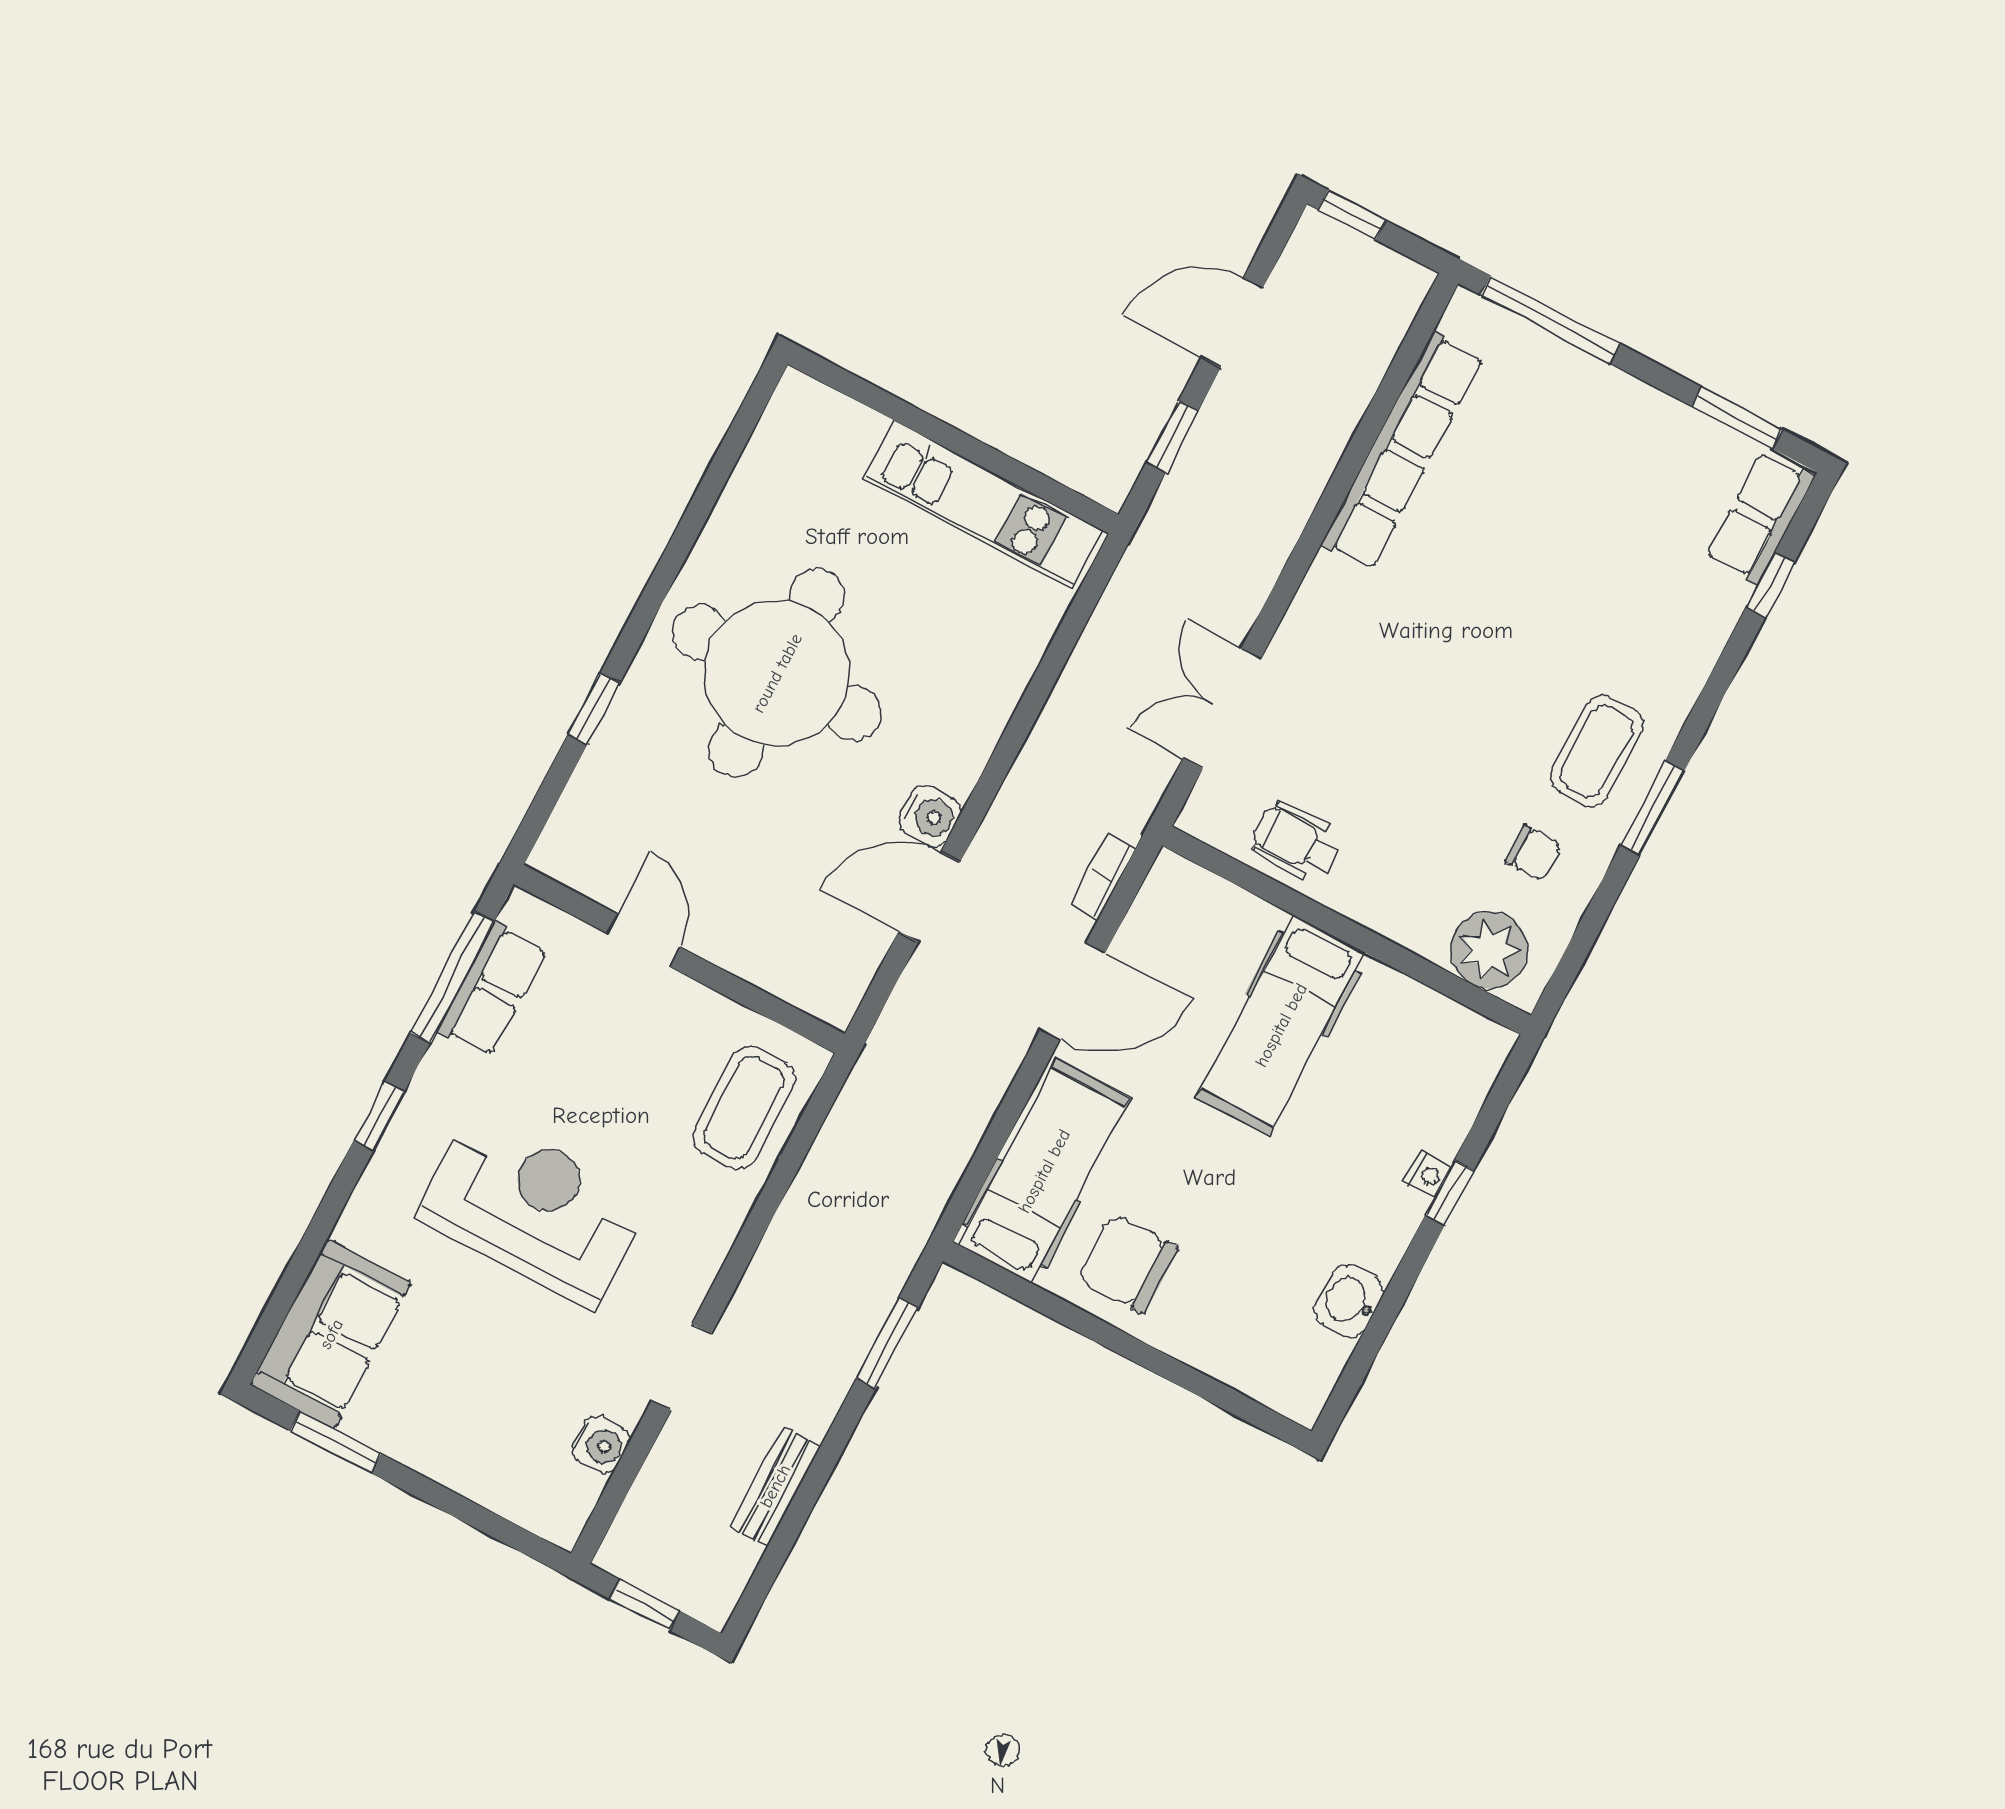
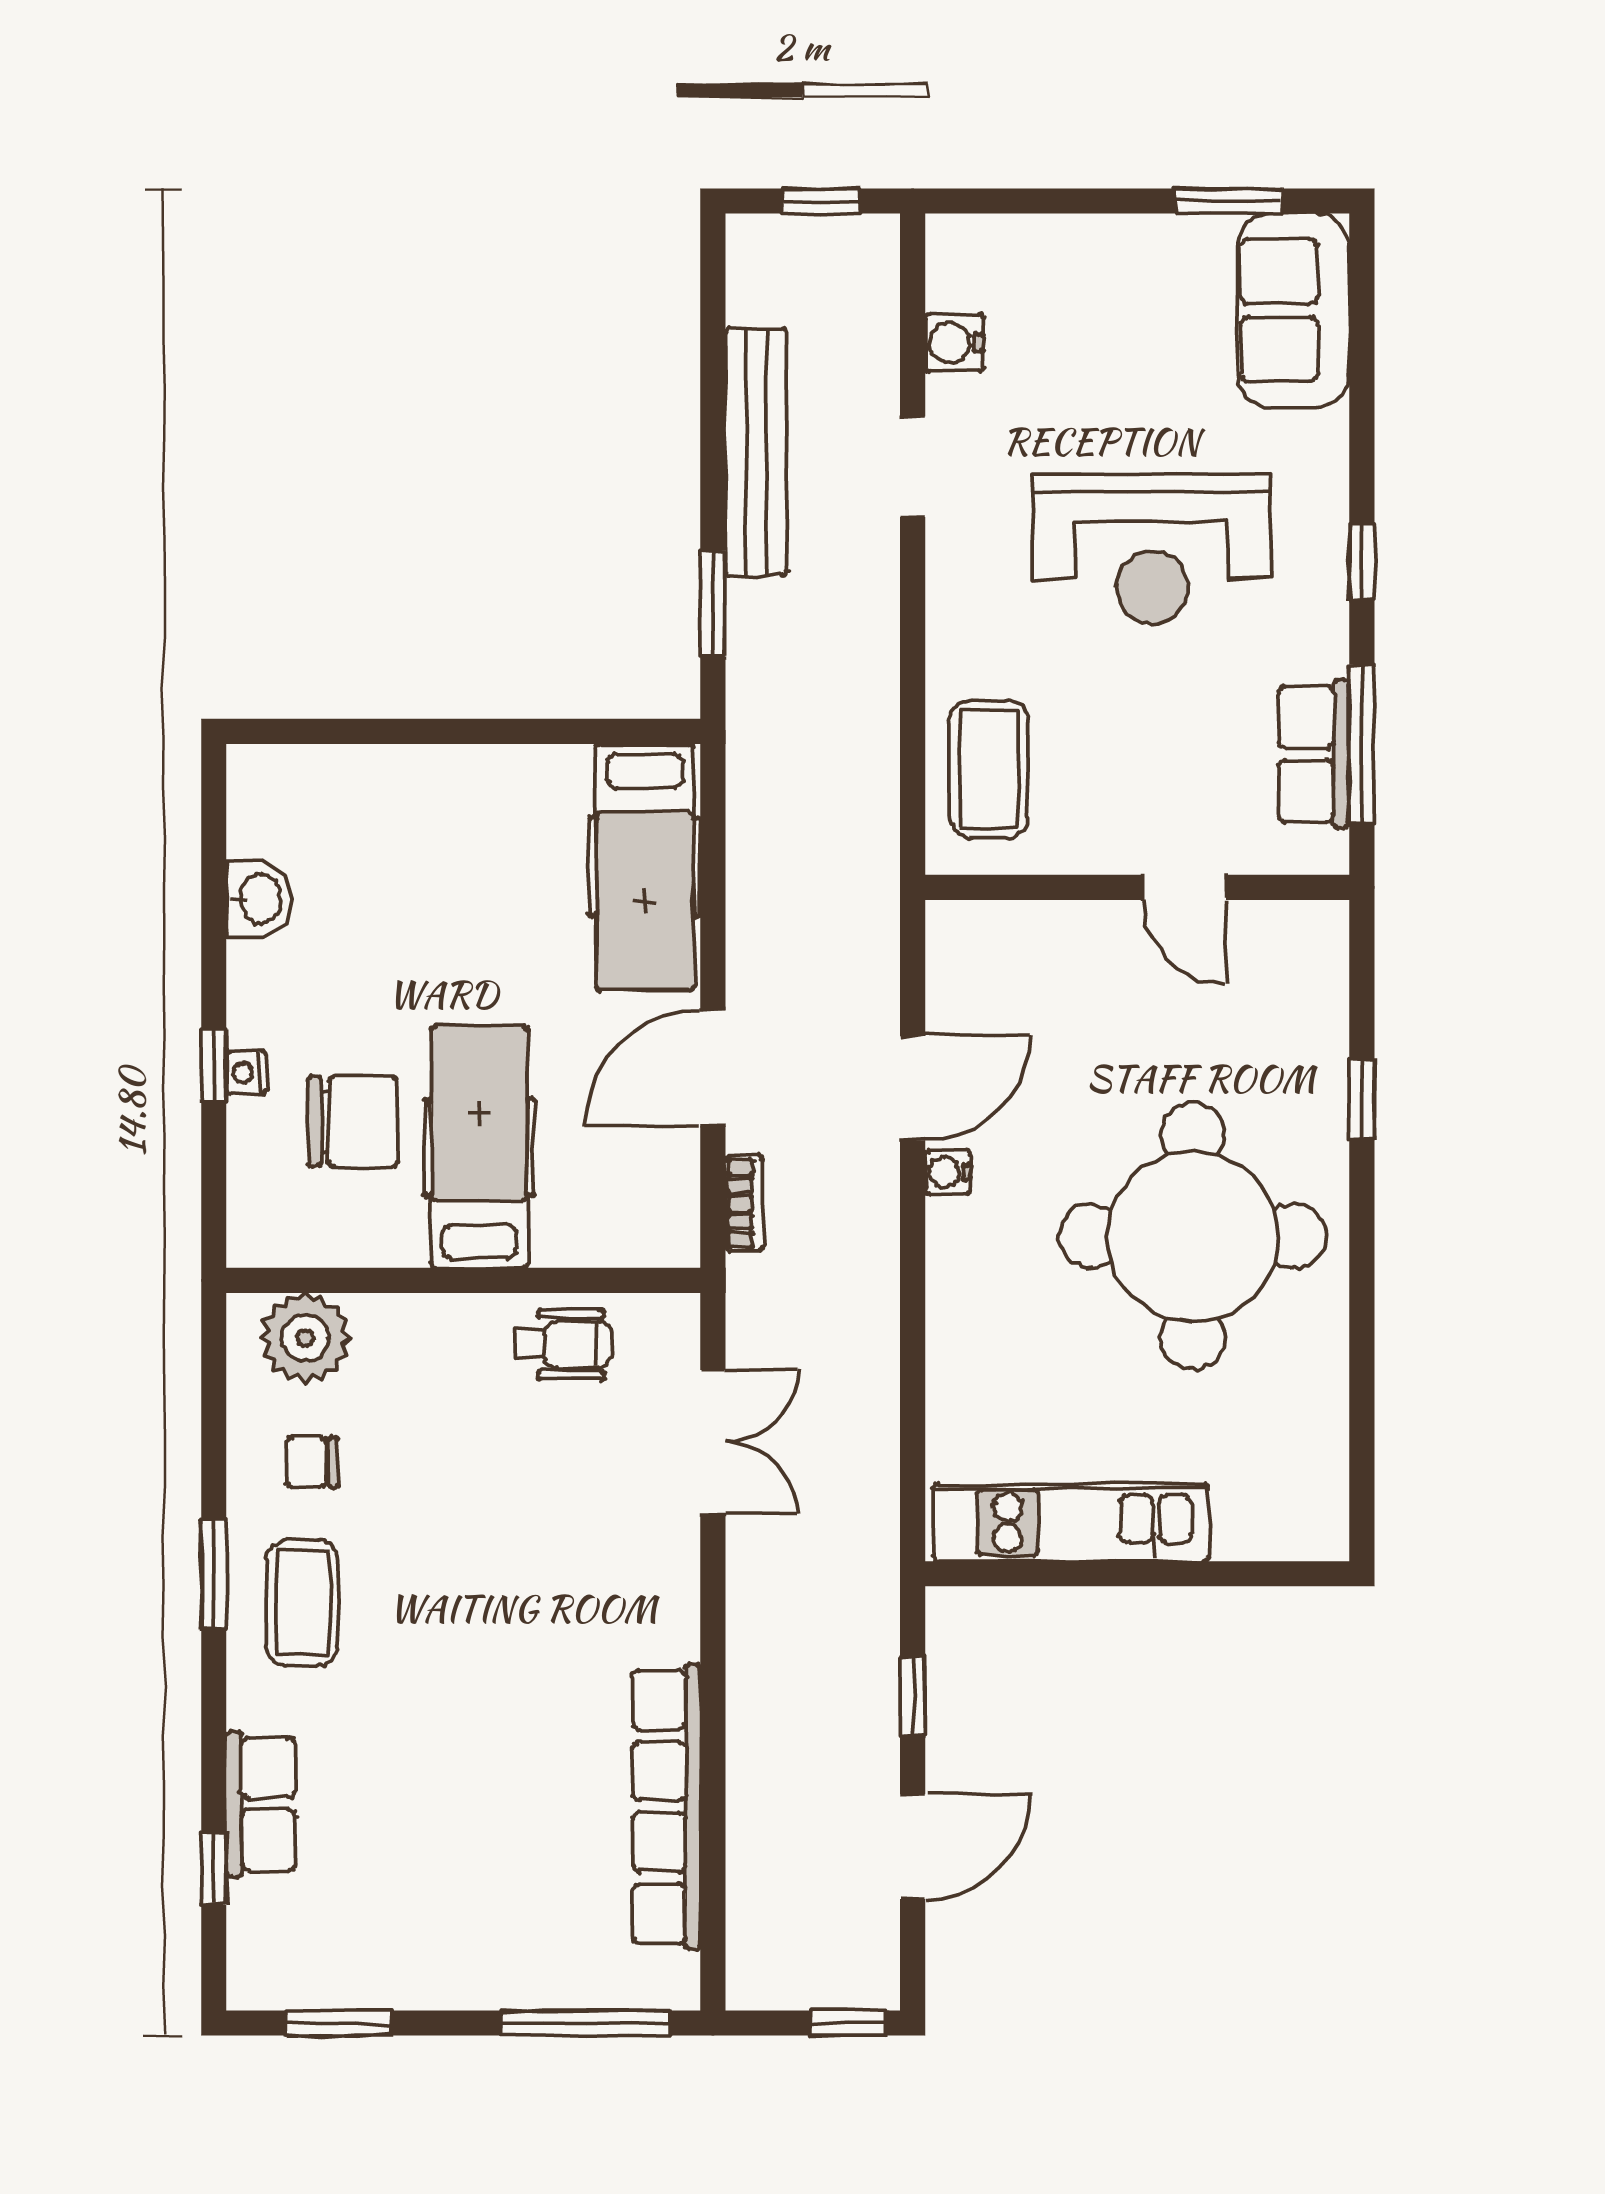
row of seats: (1760, 518) -> (261, 1804), moved
water cooler: (930, 816) -> (948, 1172), width x0.72, depth x0.72
chair: (1128, 1263) -> (352, 1122), moved
bench: (775, 1486) -> (756, 452), width x1.86, depth x1.21

